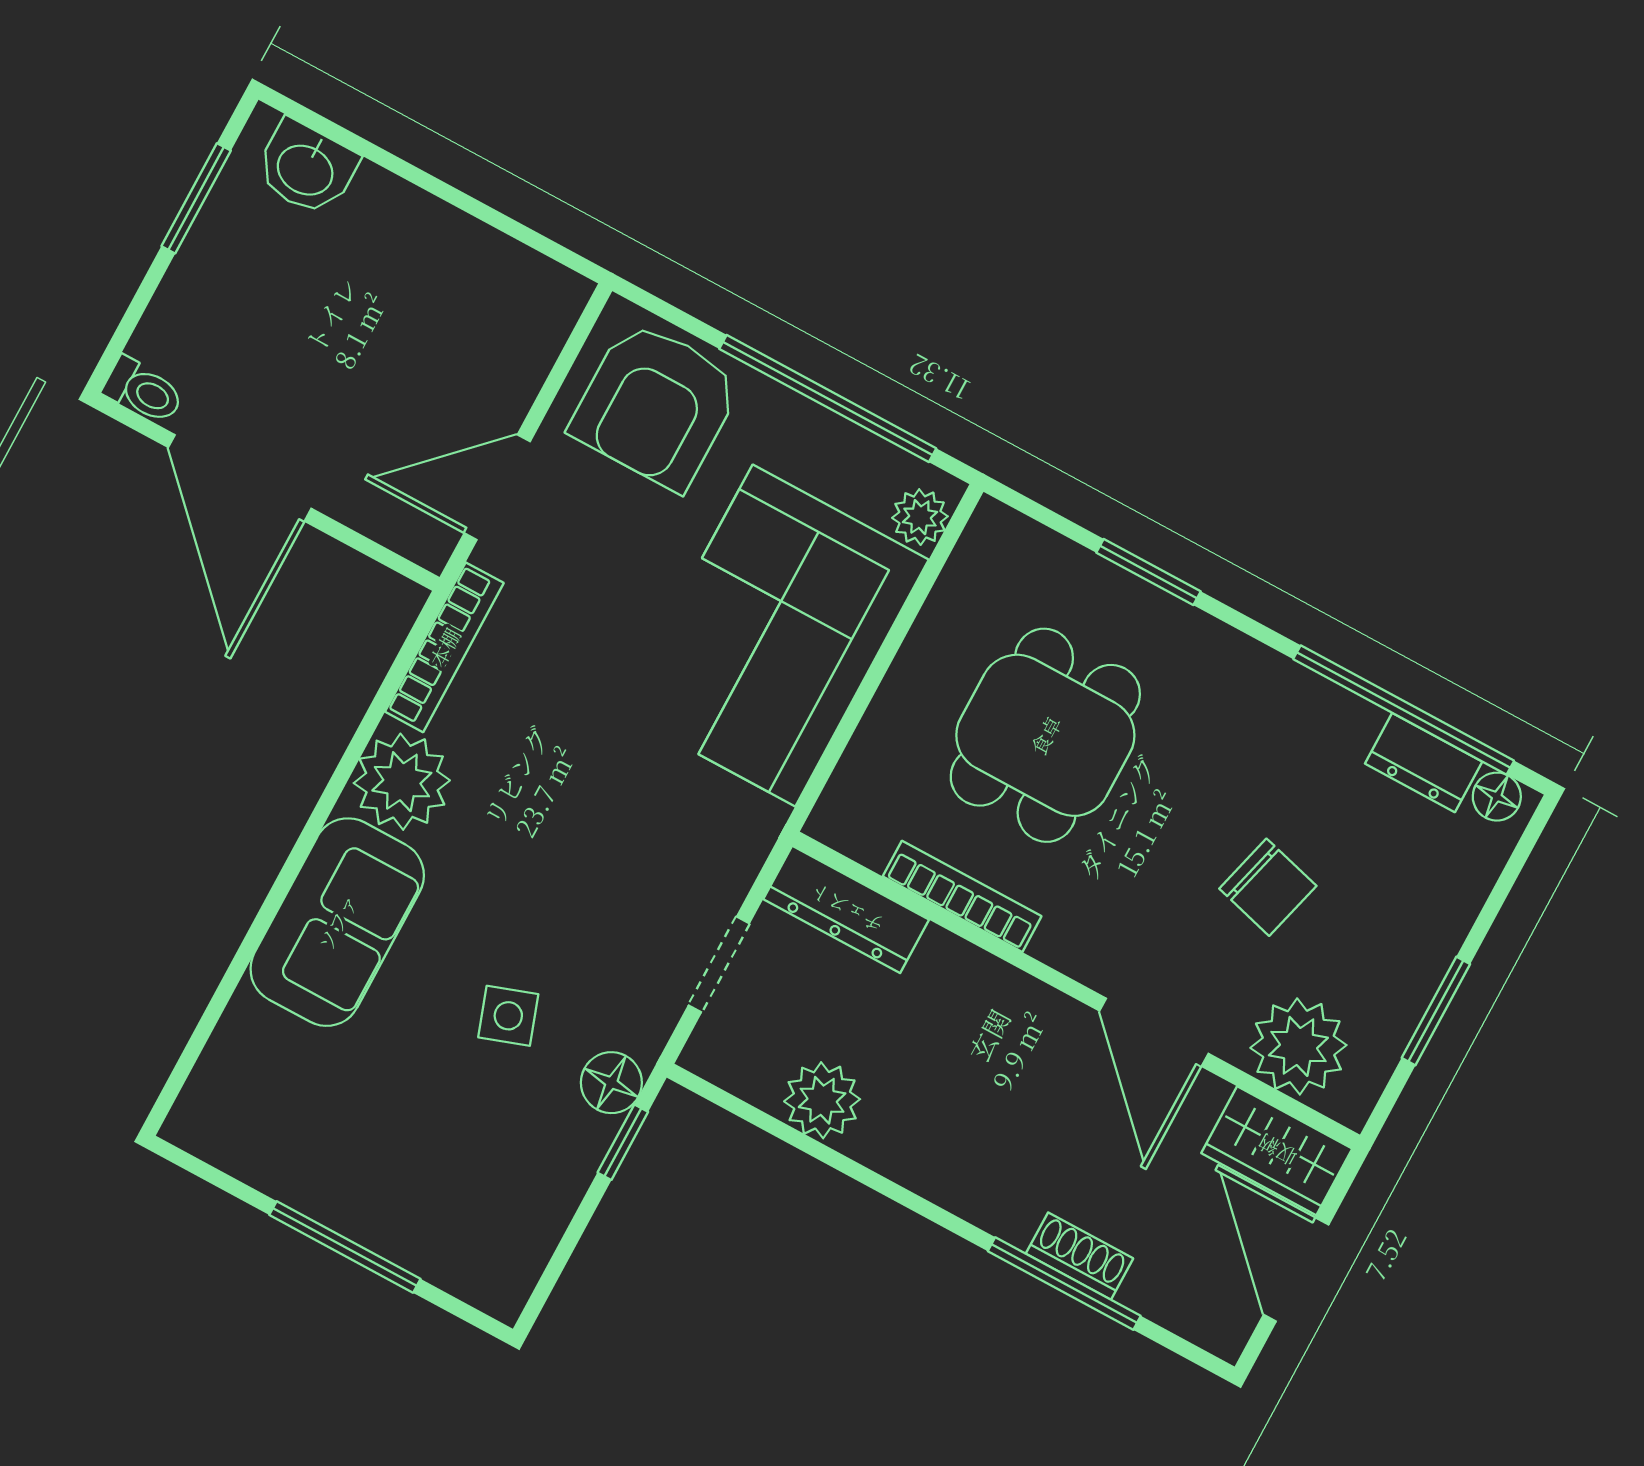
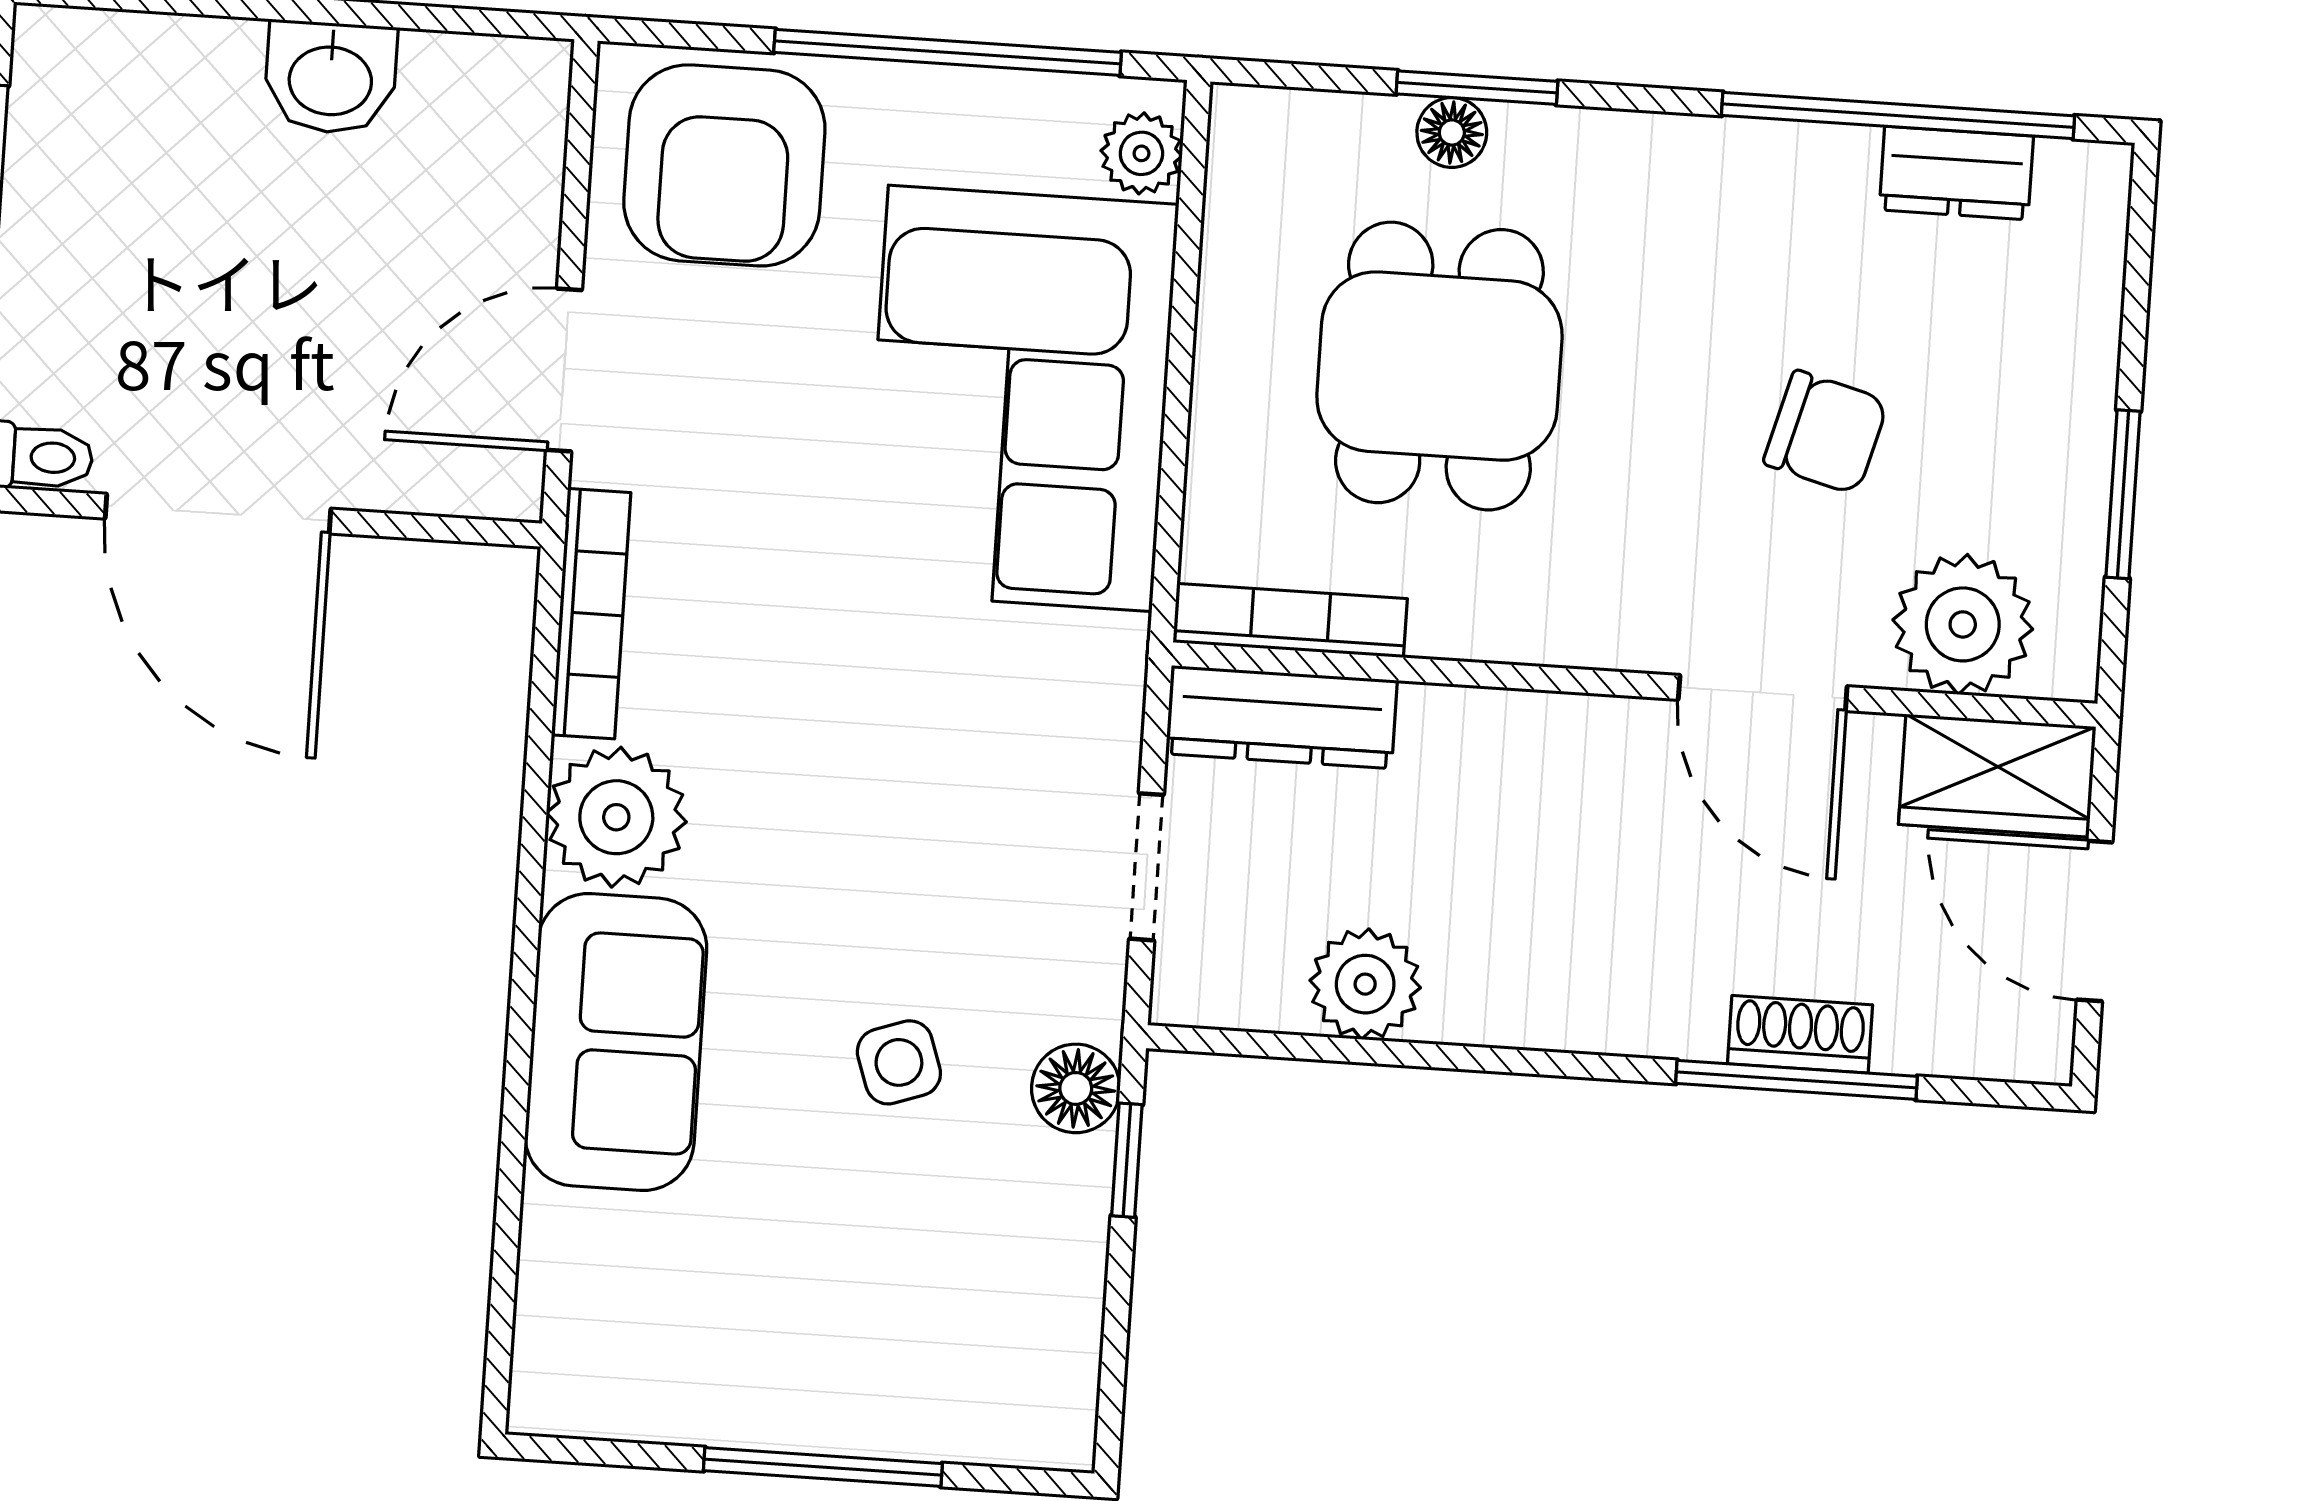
washbasin: (306, 168) -> (331, 78), moved
floor lamp: (1497, 797) -> (1452, 132), moved
bookcase: (962, 896) -> (1290, 620), moved

